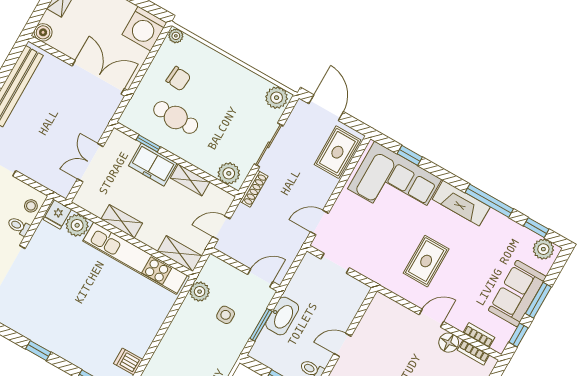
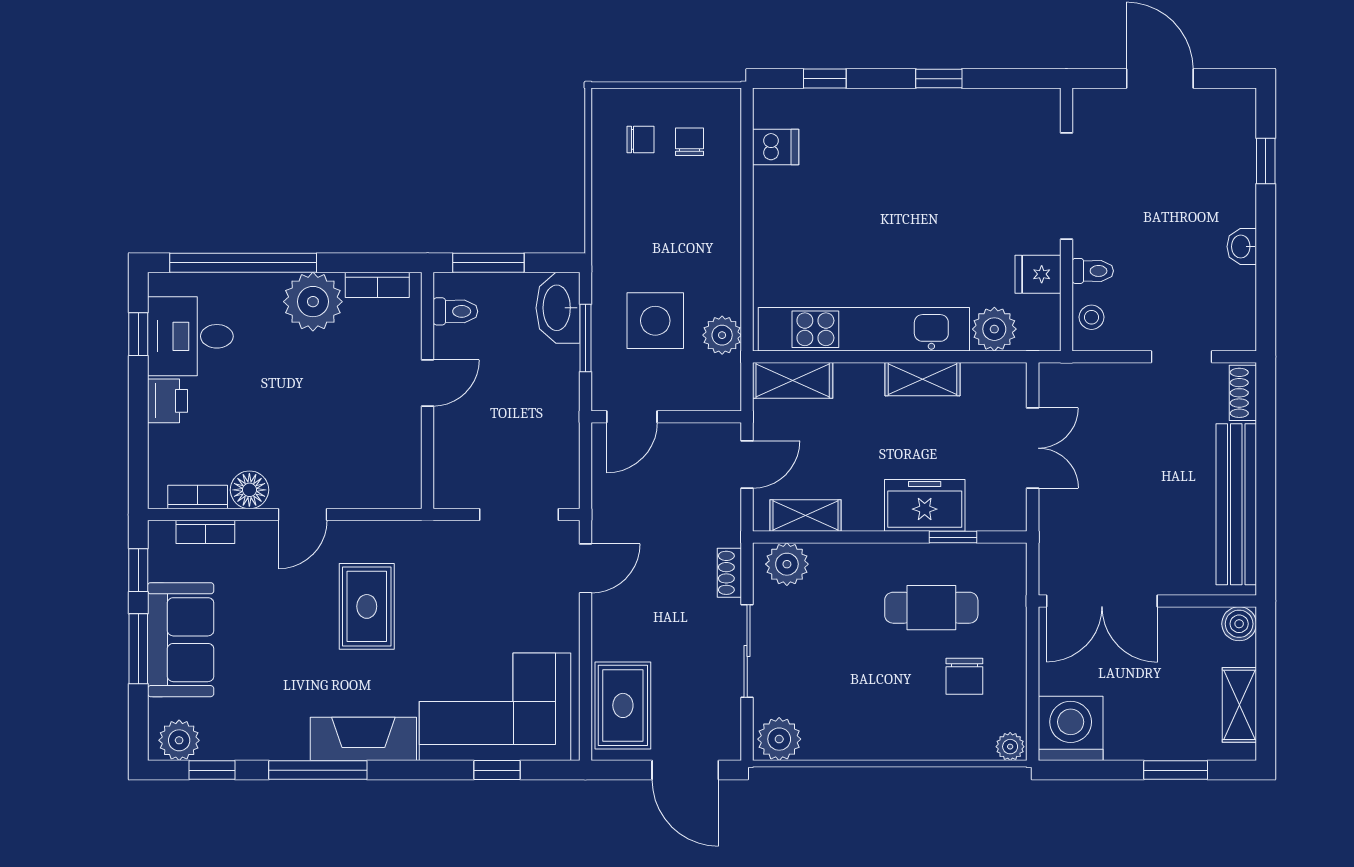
chair: (178, 79) -> (964, 676), turned -95
shelving: (190, 180) -> (806, 516), moved
shoe rack: (254, 189) -> (729, 573), width x0.70
fridge: (57, 214) -> (1038, 274), moved, turned -90
doorway: (335, 263) -> (519, 515), width x1.38
side table: (226, 315) -> (655, 321), width x1.87, depth x1.87
washbasin: (282, 316) -> (558, 308), moved

